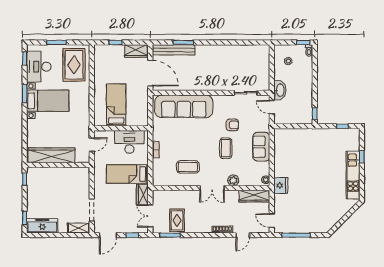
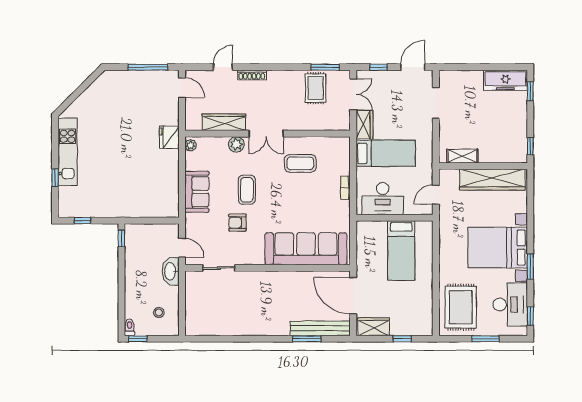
bed with nightstands: (48, 101) -> (498, 247), width x1.36
double door: (212, 188) -> (266, 134), swing flipped
wardrobe: (254, 196) -> (224, 122), moved
shelving: (78, 228) -> (462, 156), moved

